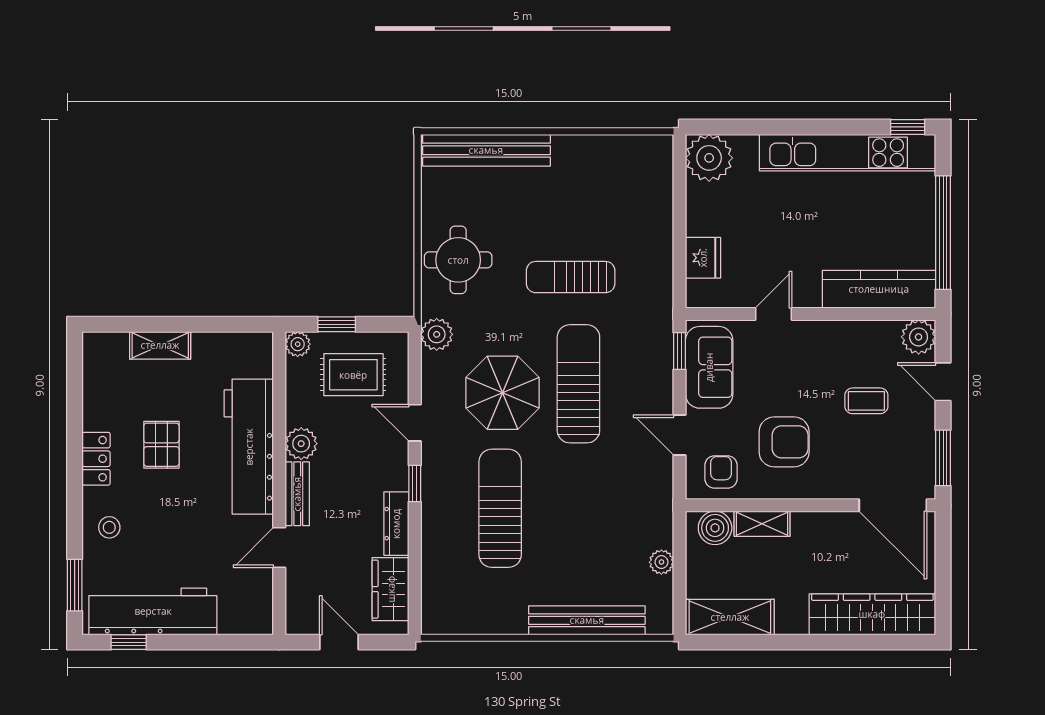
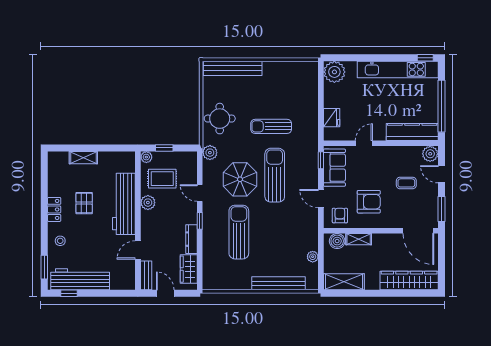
rug: (353, 375) -> (162, 179), moved
bench: (297, 494) -> (146, 275), moved

